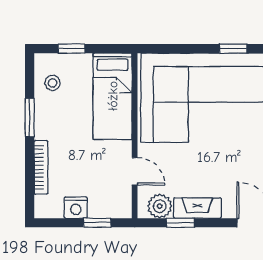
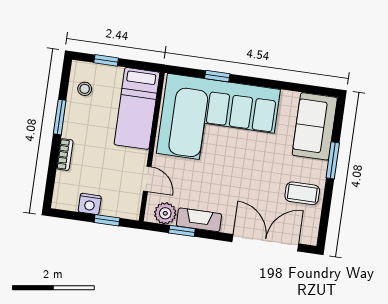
window: (233, 49) -> (217, 76), moved
bookcase: (41, 167) -> (65, 155), width x0.64

